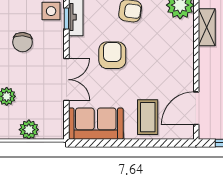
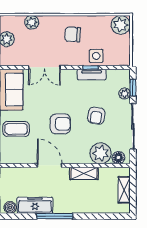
armchair: (112, 55) -> (60, 124), moved
door: (196, 108) -> (49, 165), moved

